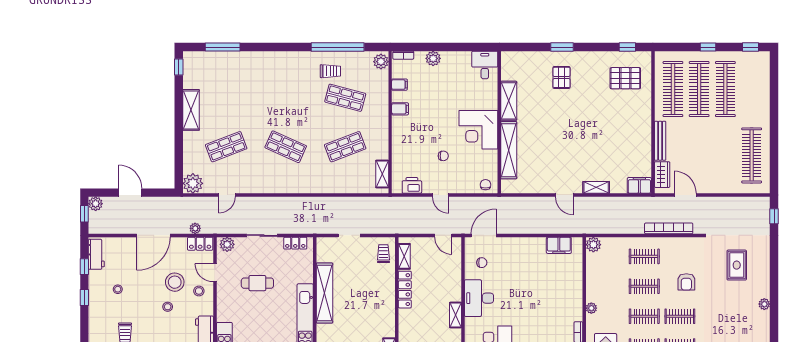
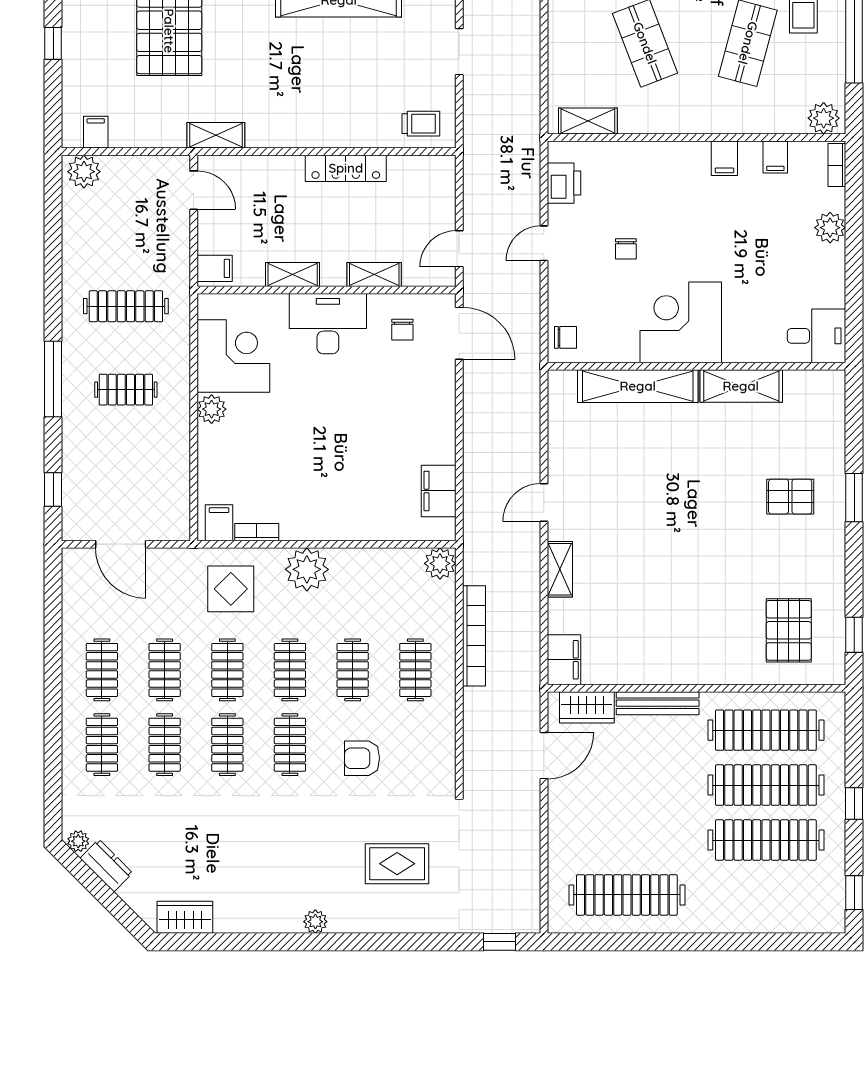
bookcase: (669, 228) -> (474, 636), moved
shelving: (404, 256) -> (374, 274), moved
plant: (591, 308) -> (307, 569), width x1.88, depth x1.88

